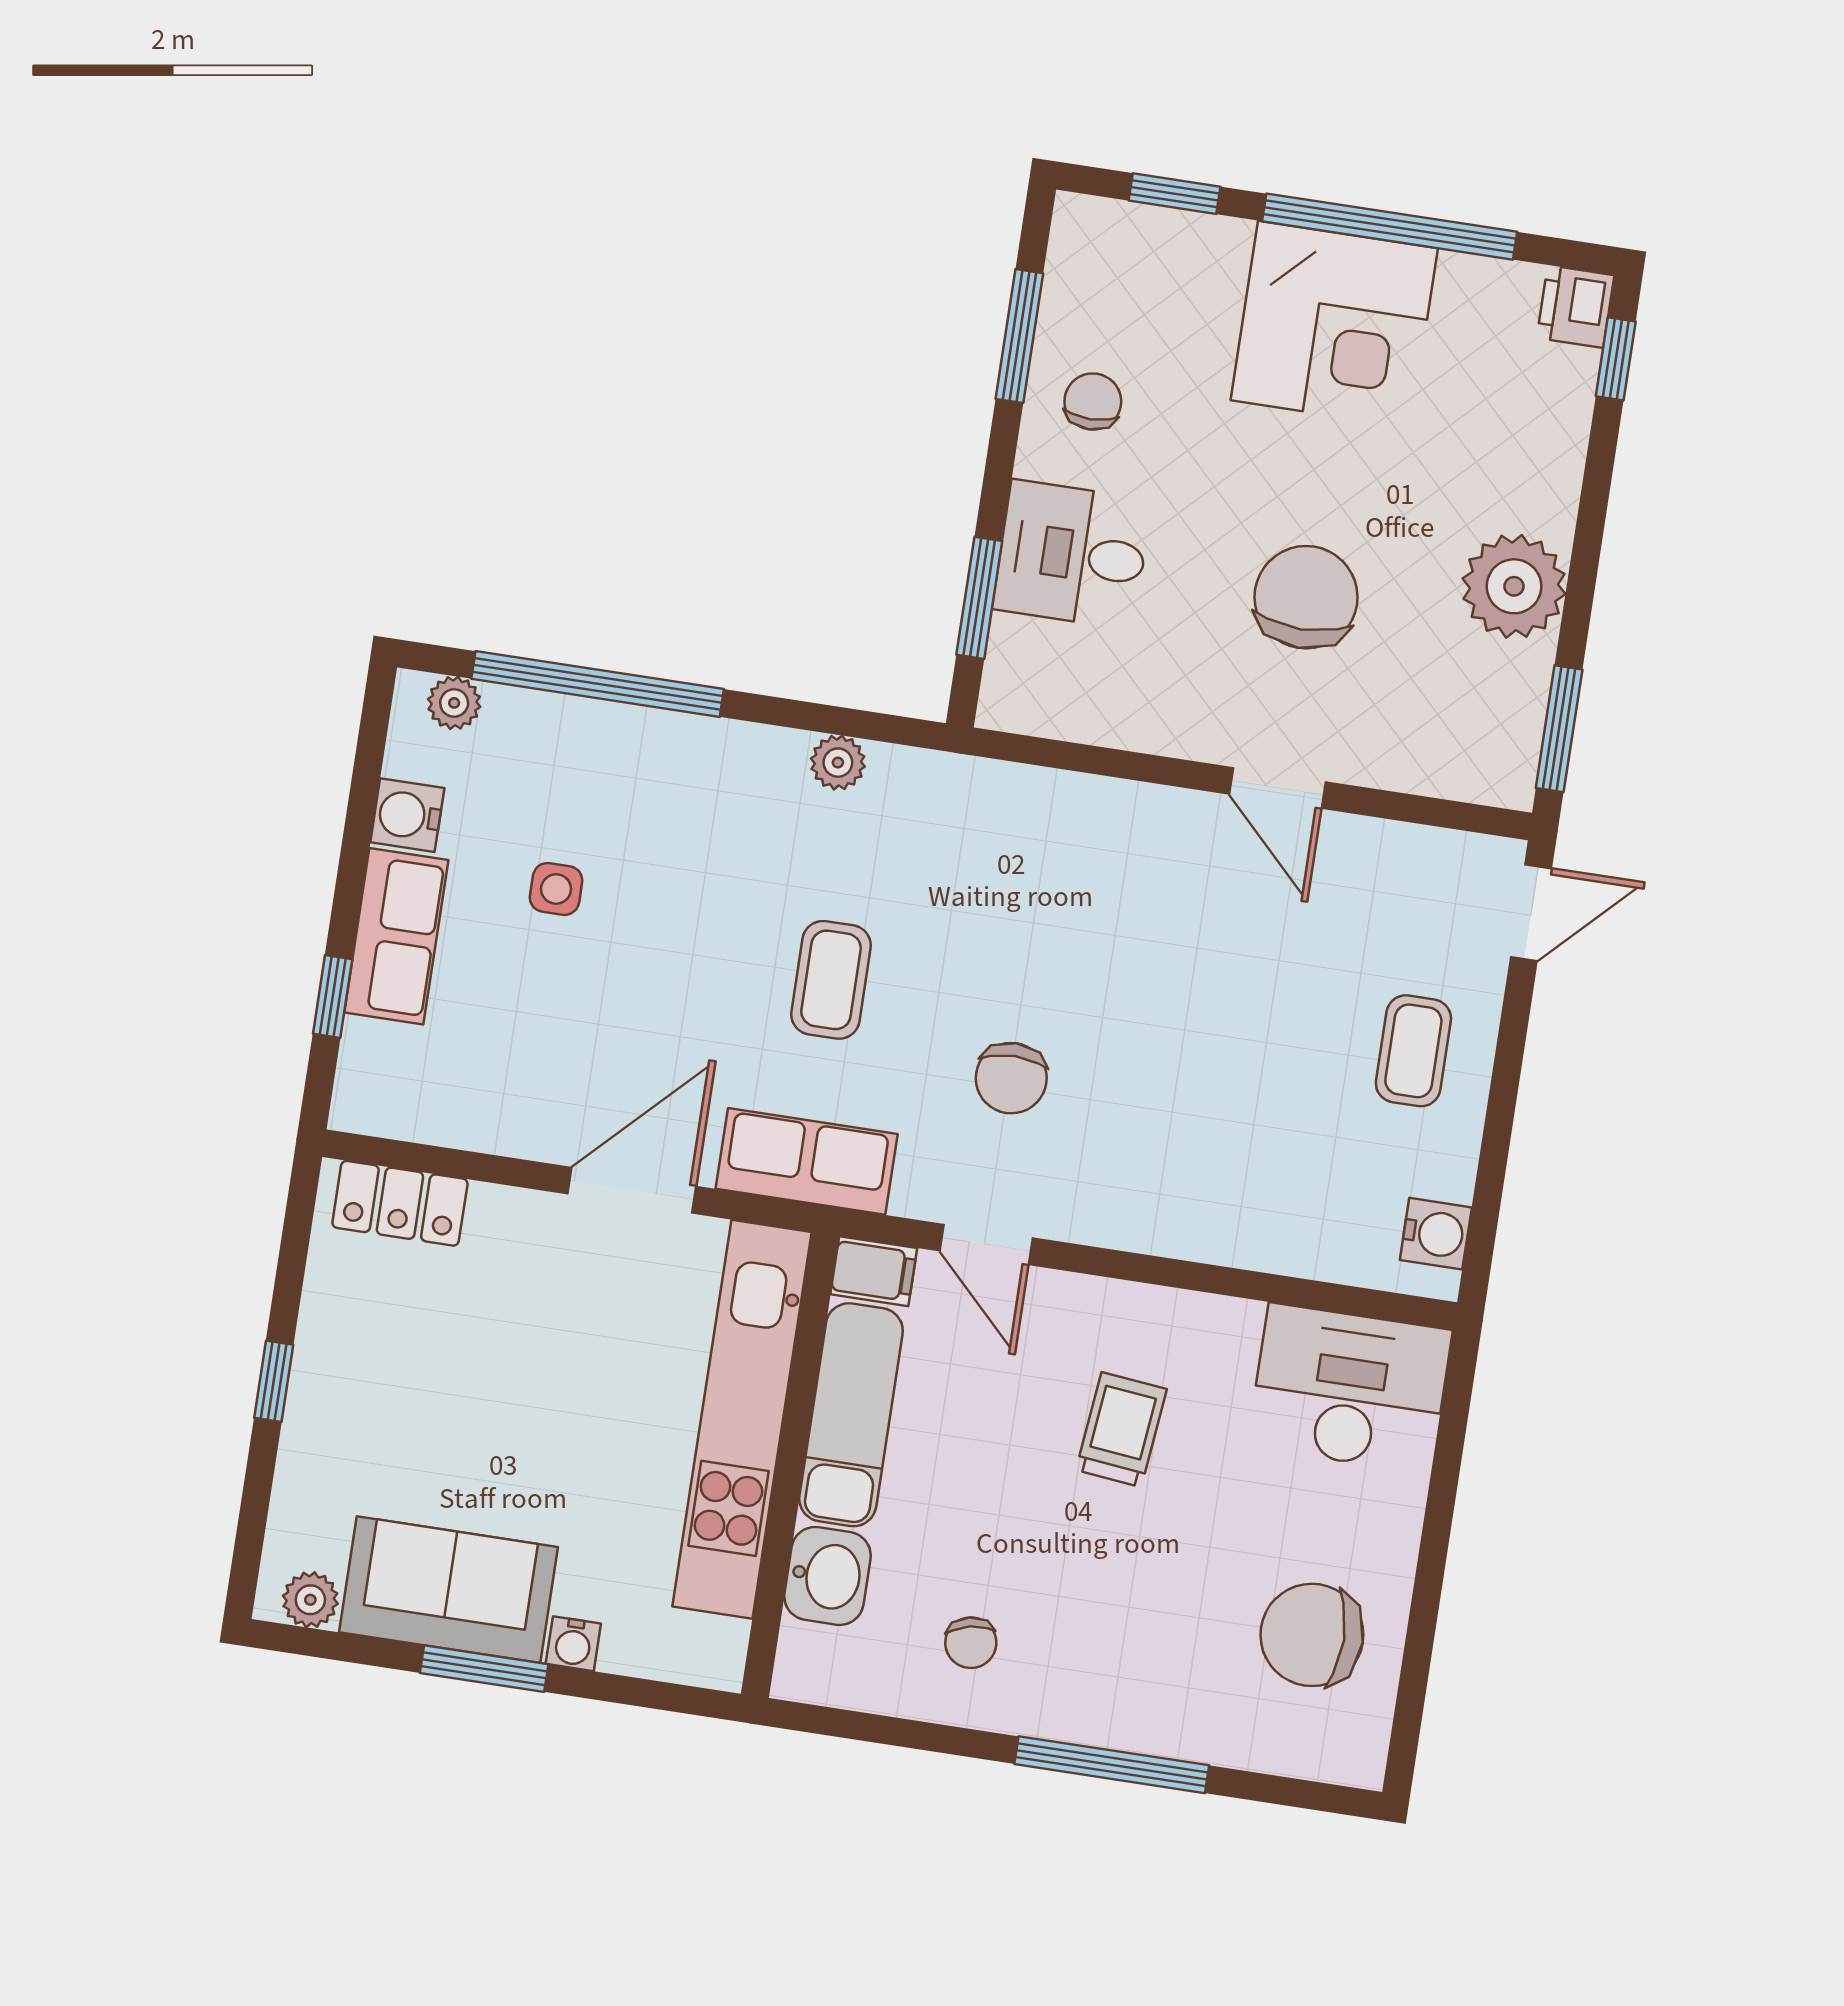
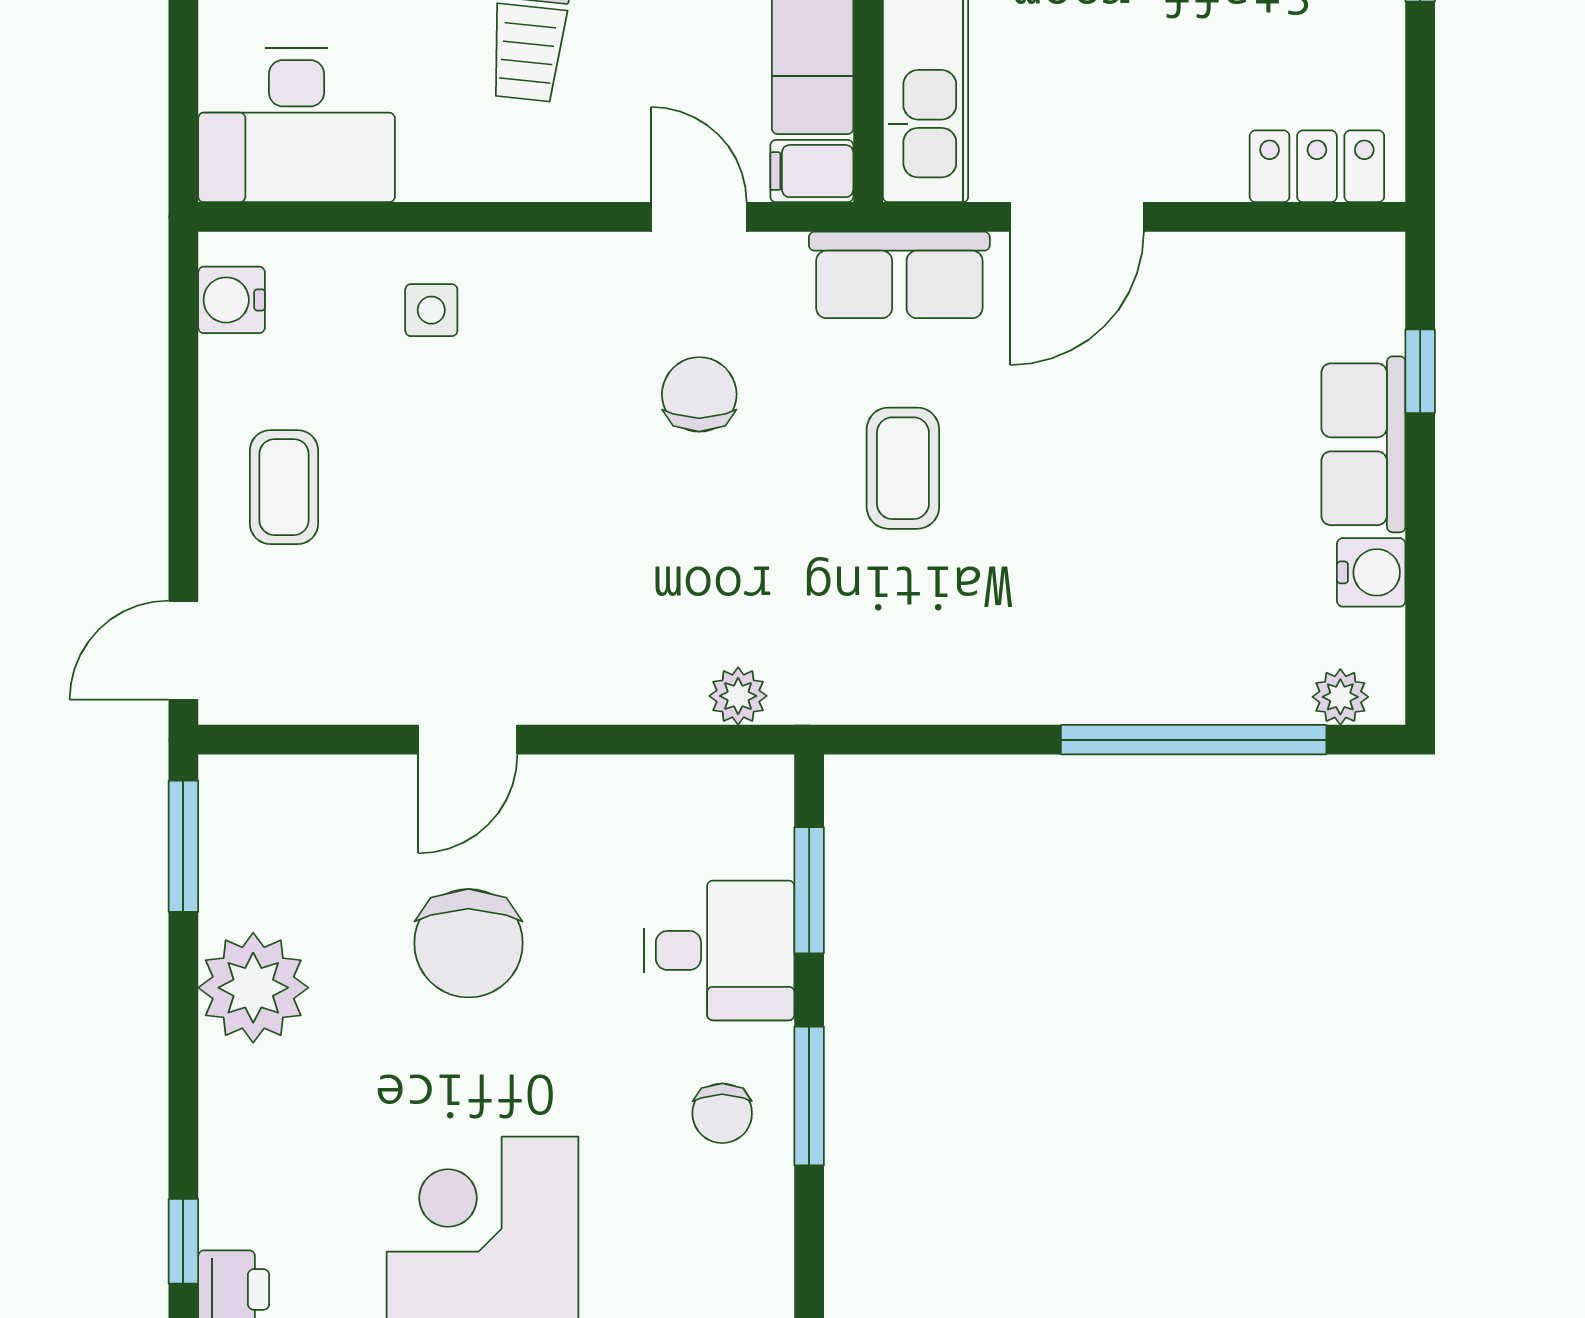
window: (1019, 336) -> (809, 1096), moved
plant: (838, 763) -> (738, 696), moved
door: (1277, 788) -> (468, 740), swing flipped
side table: (556, 889) -> (431, 310), moved

